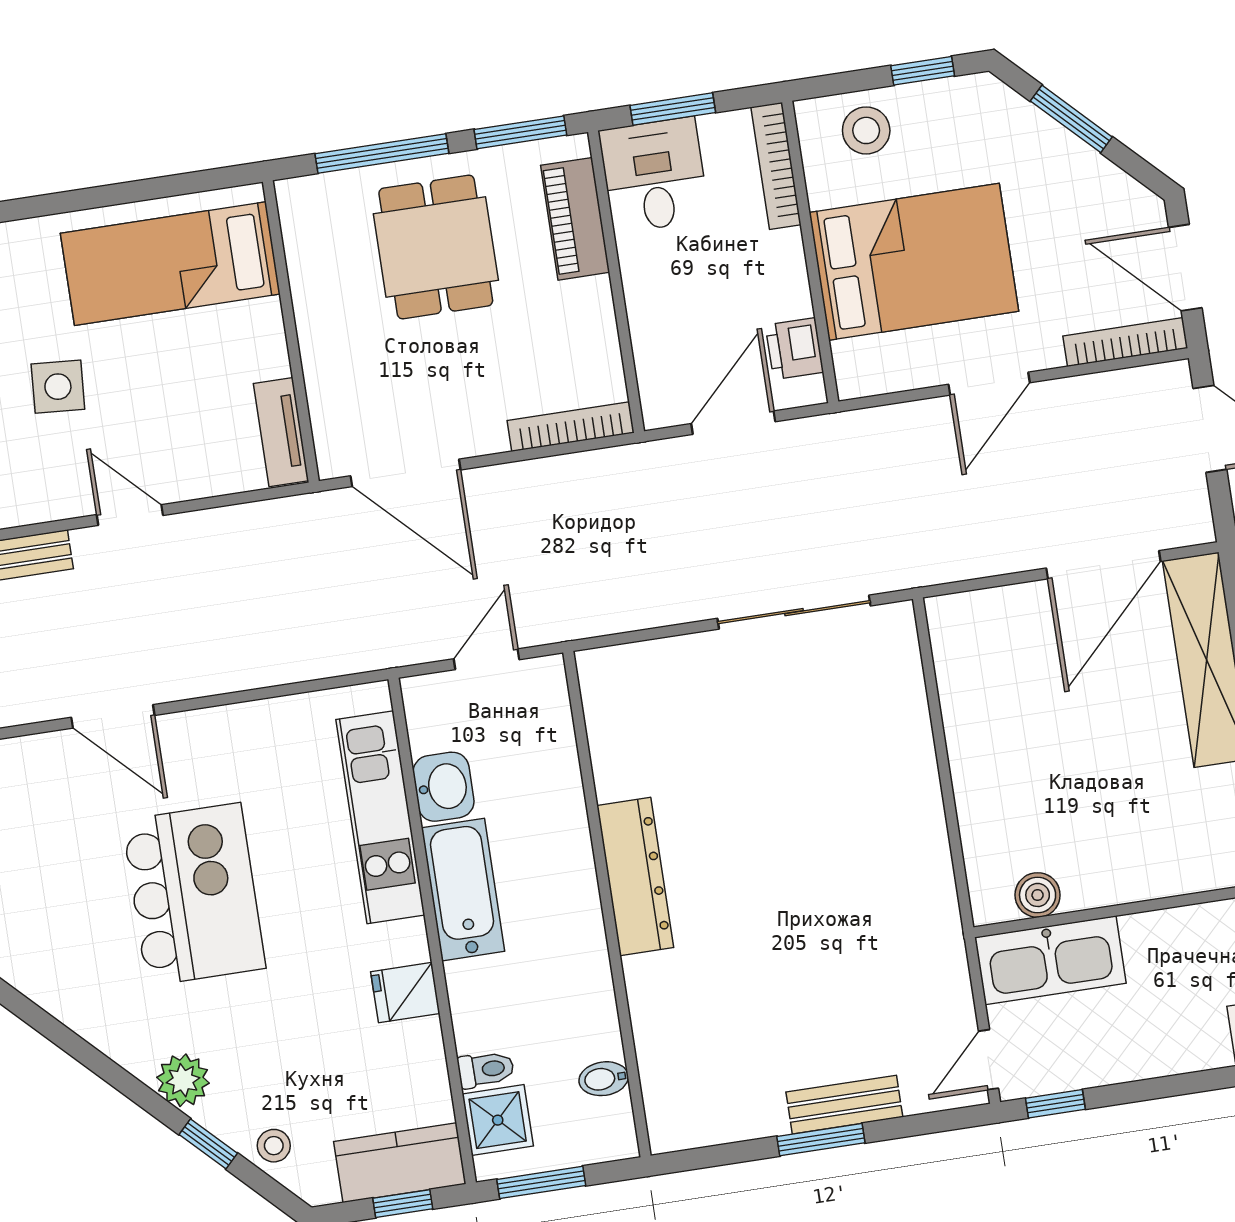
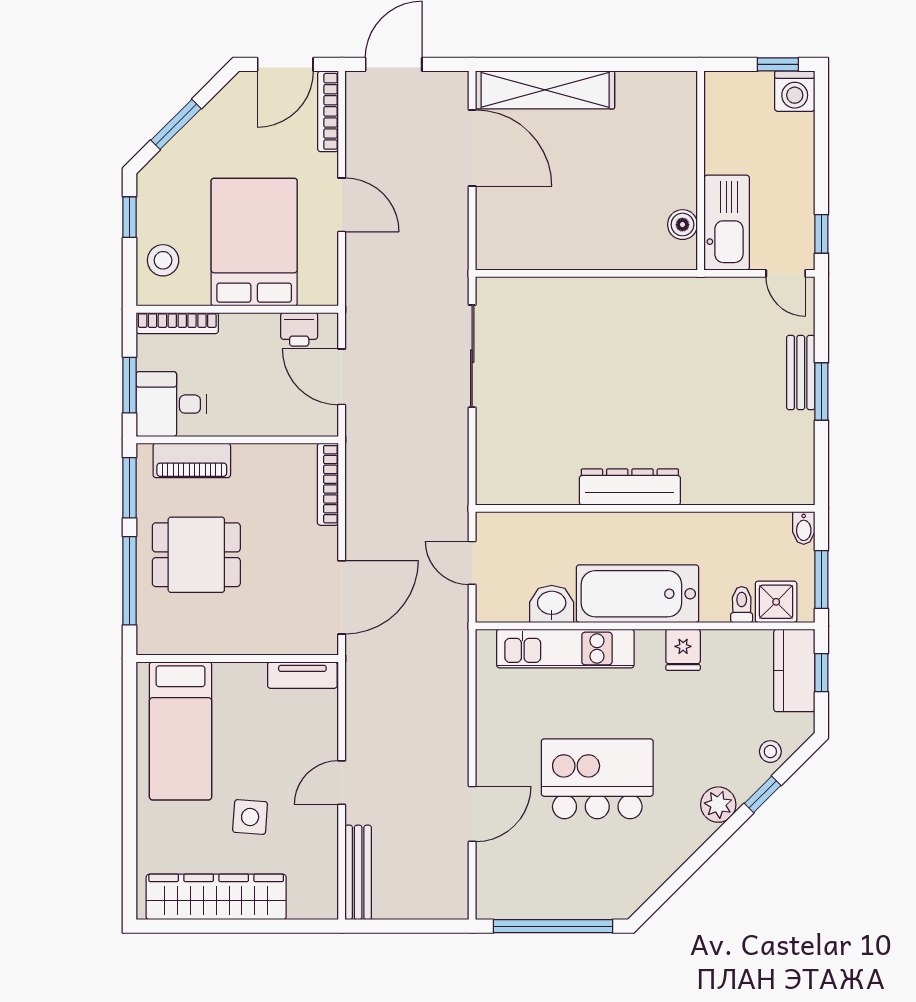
bathtub: (463, 890) -> (638, 594), width x1.36, depth x1.36
bidet: (604, 1079) -> (804, 528), moved

